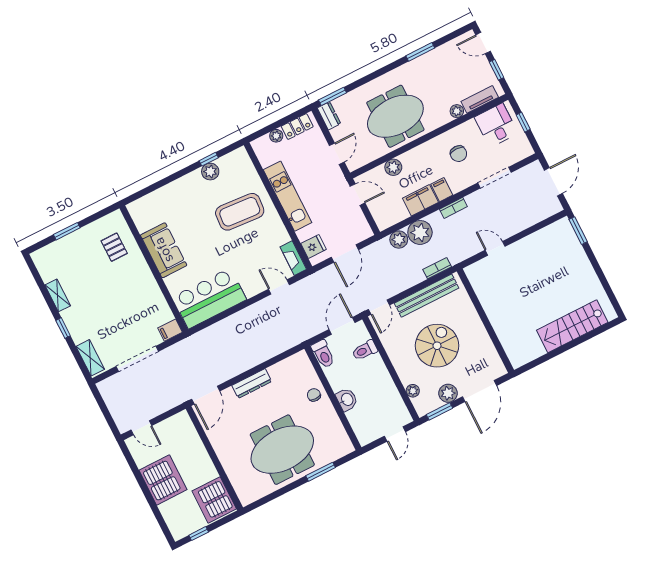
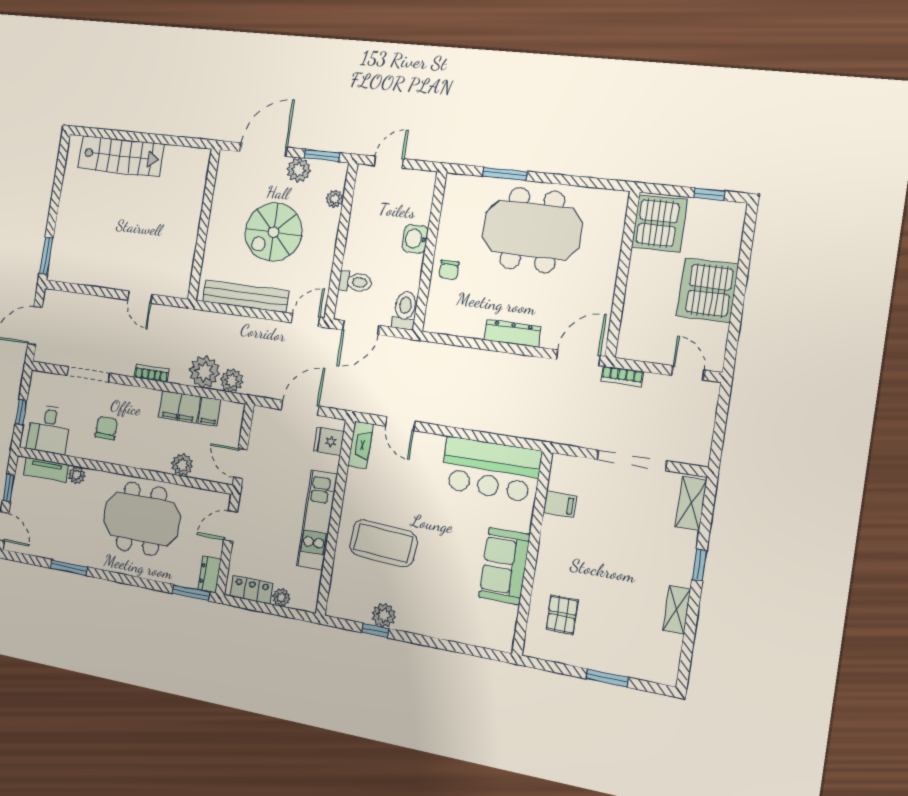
filing cabinet: (442, 190) -> (210, 412), moved
bookcase: (437, 268) -> (622, 376), moved
filing cabinet: (170, 330) -> (560, 504), moved

